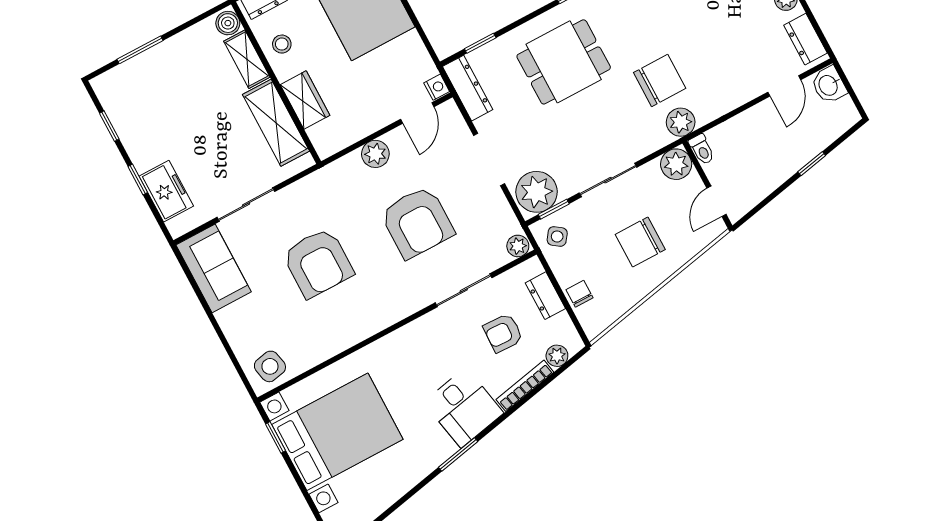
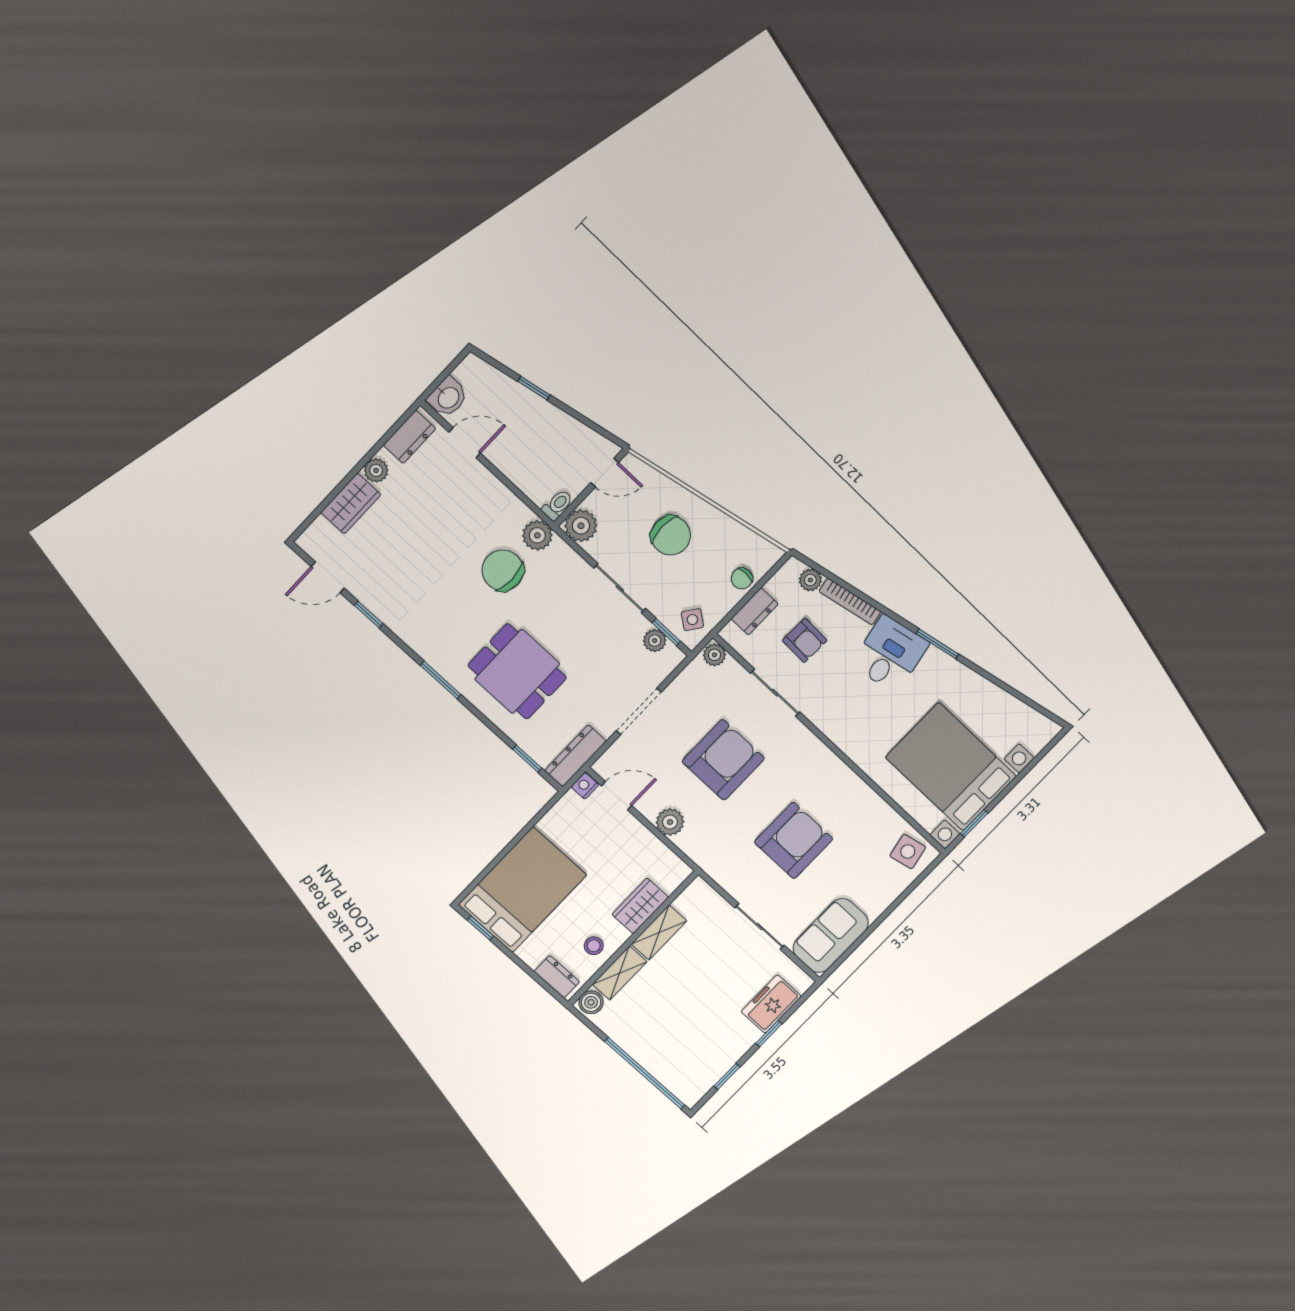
window: (140, 50) -> (645, 1073), width x2.11
shelving: (276, 123) -> (659, 932), width x0.67, depth x0.75
plant: (537, 192) -> (655, 641), width x0.53, depth x0.53

